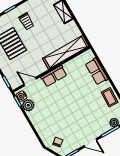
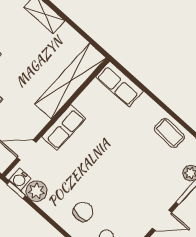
row of seats: (97, 71) -> (119, 84), moved
chair: (50, 124) -> (83, 212), added

